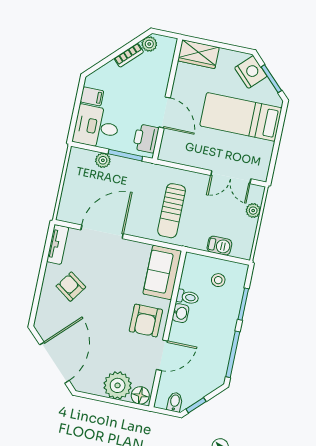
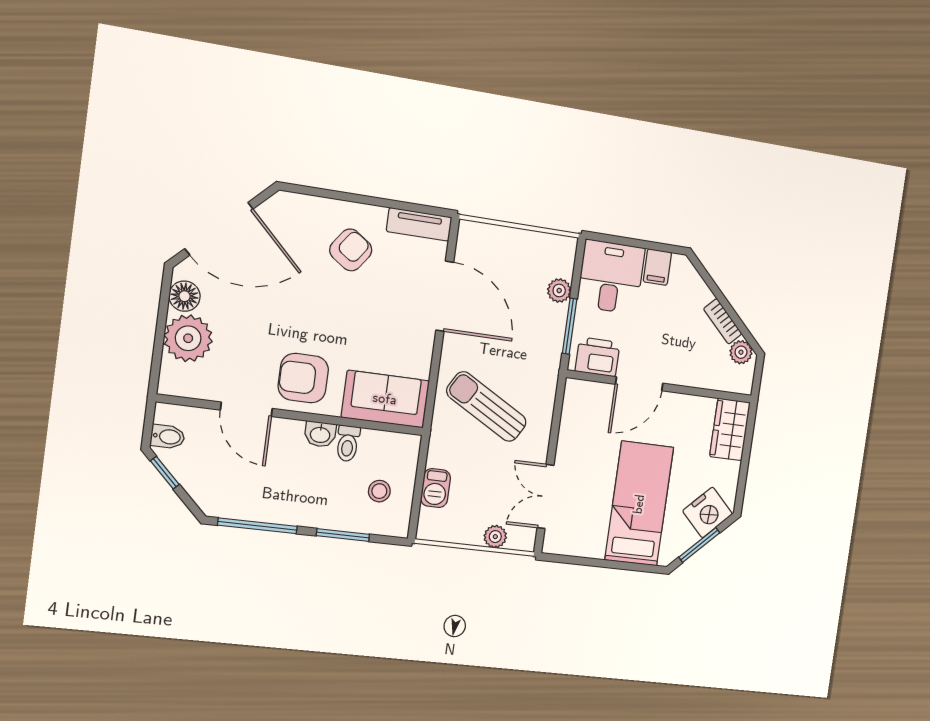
sun lounger: (172, 211) -> (486, 407), turned 30
floor lamp: (140, 395) -> (185, 296), moved

